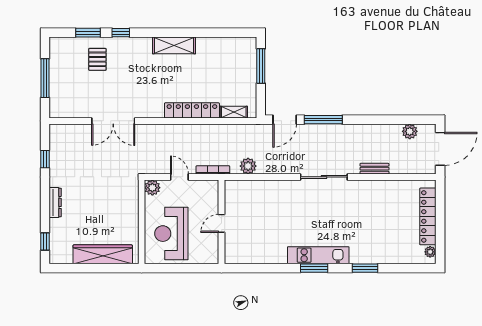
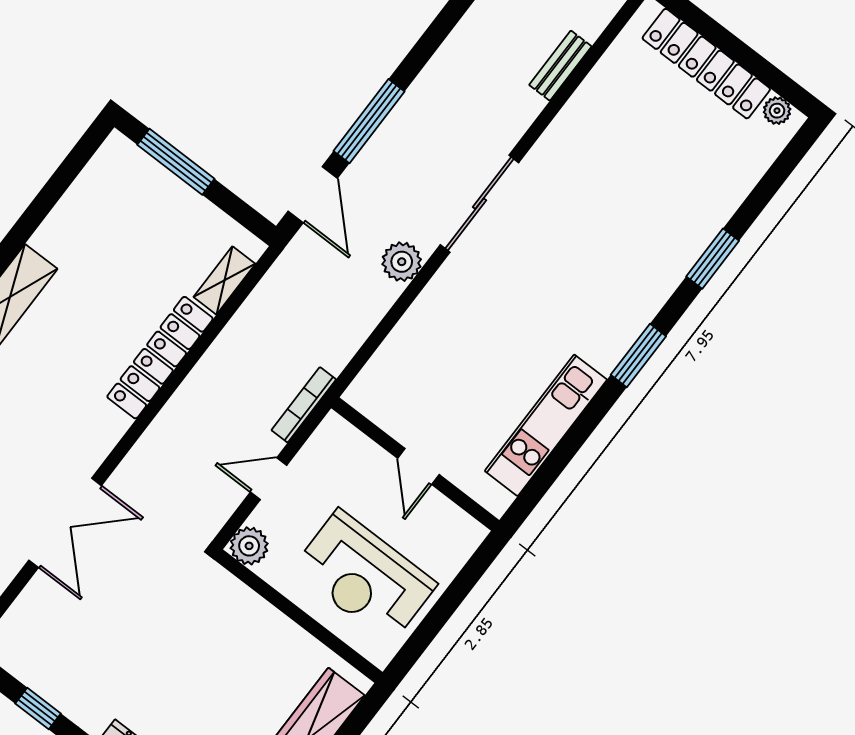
plant: (248, 166) -> (402, 262), moved
bench: (374, 169) -> (560, 66), moved
kitchen unit: (318, 255) -> (546, 425), moved

